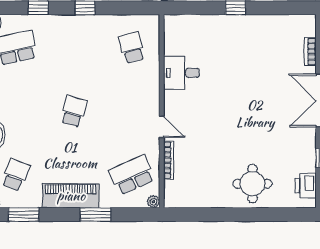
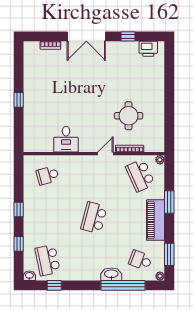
school desk: (74, 111) -> (94, 218), width x1.85
round table: (252, 184) -> (129, 116), moved

